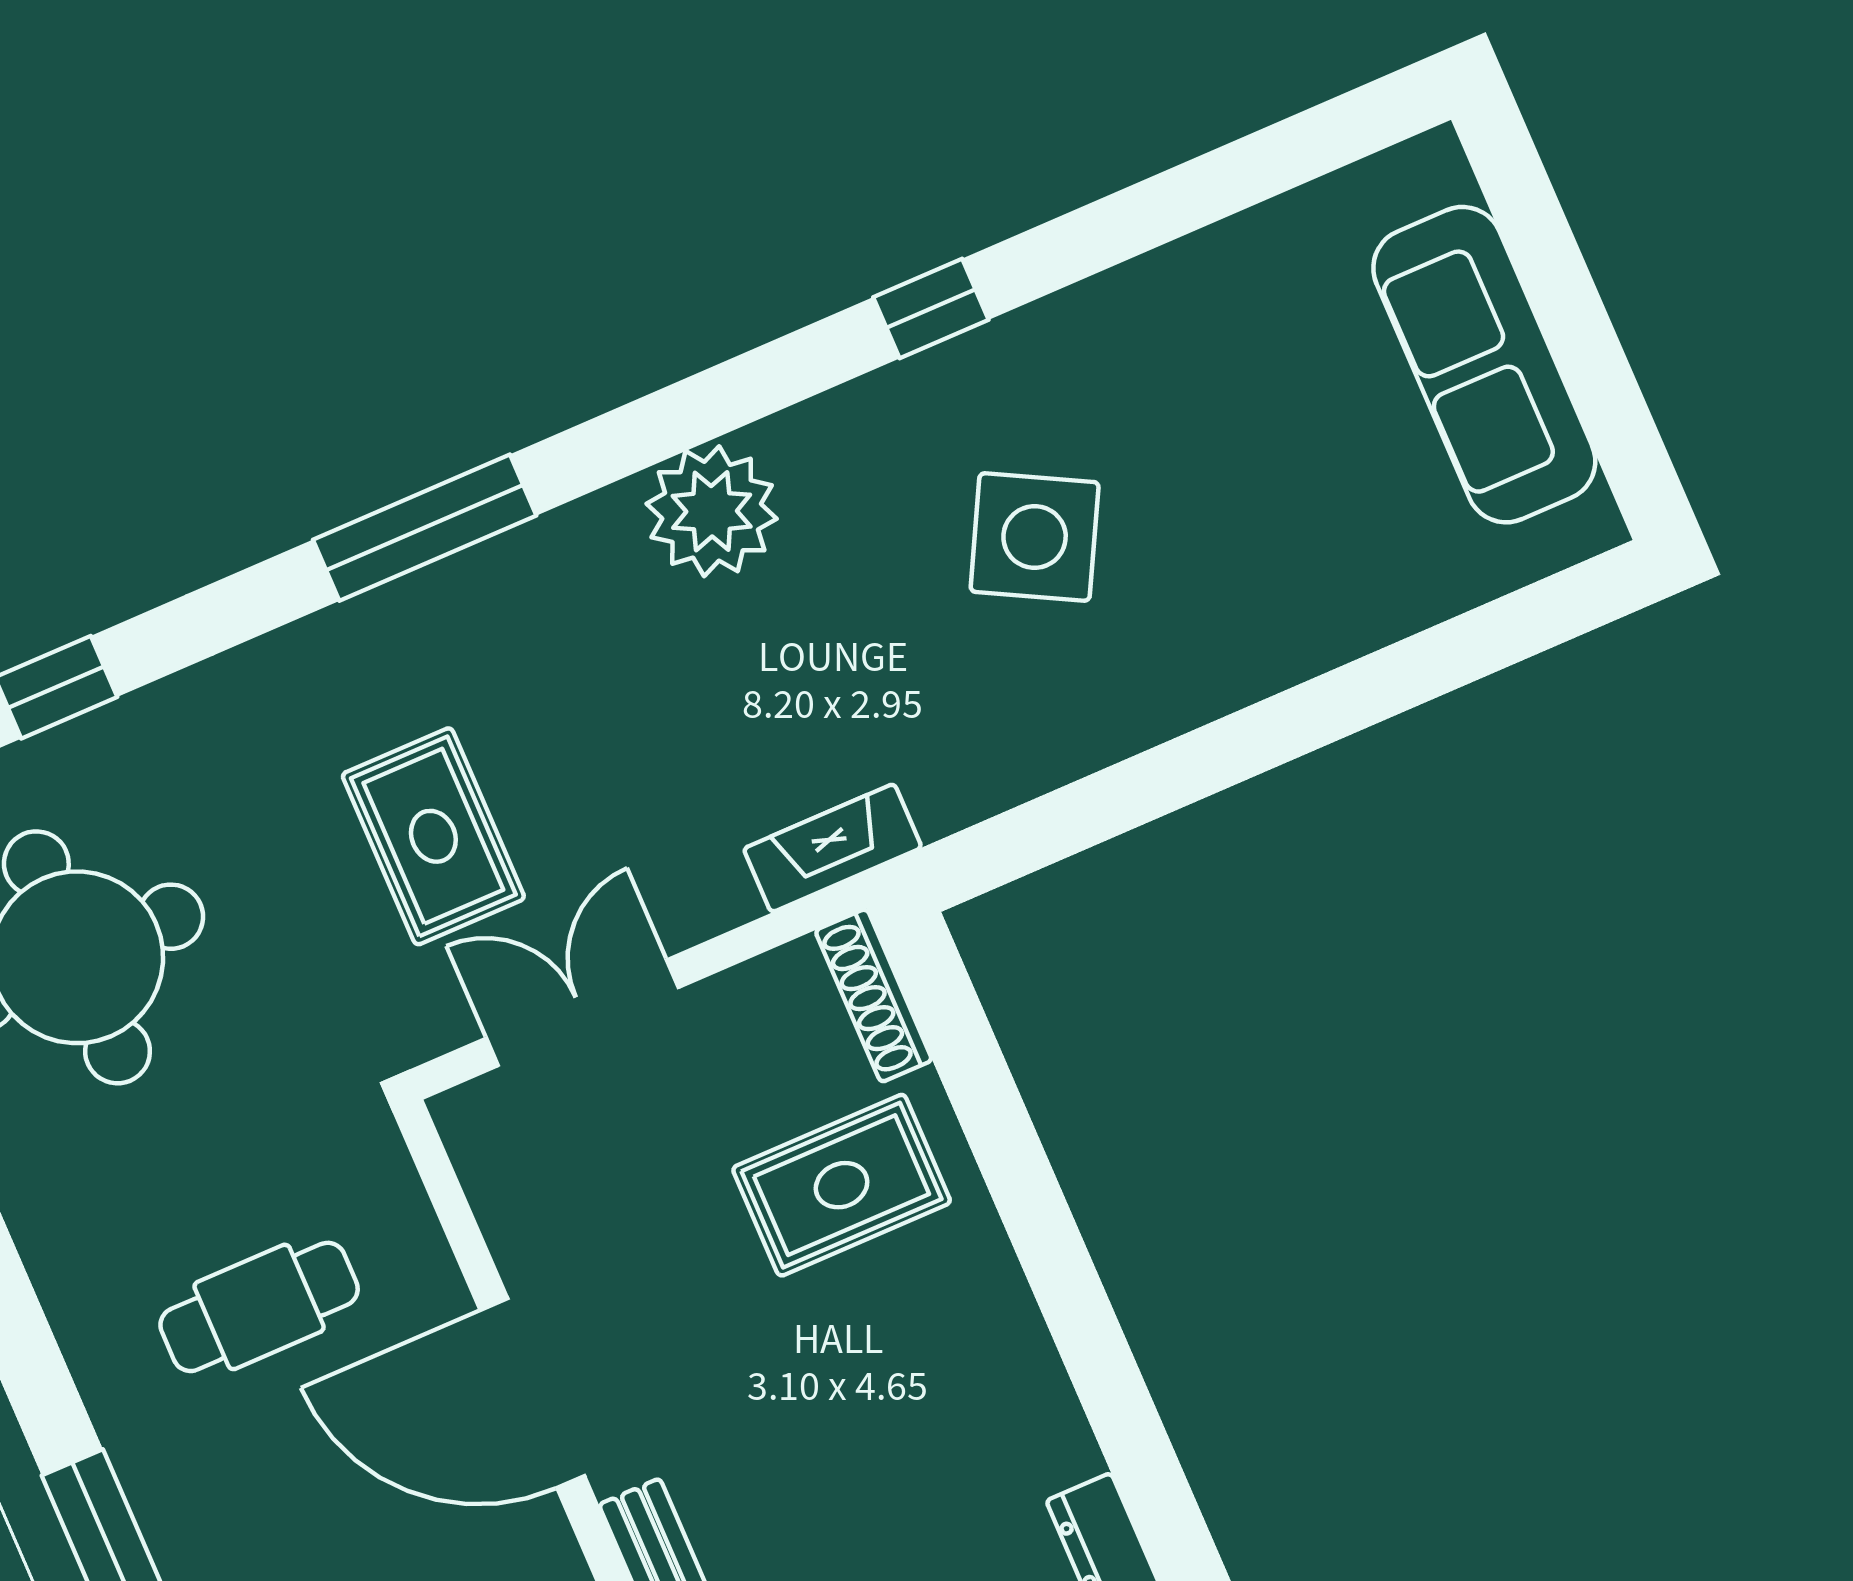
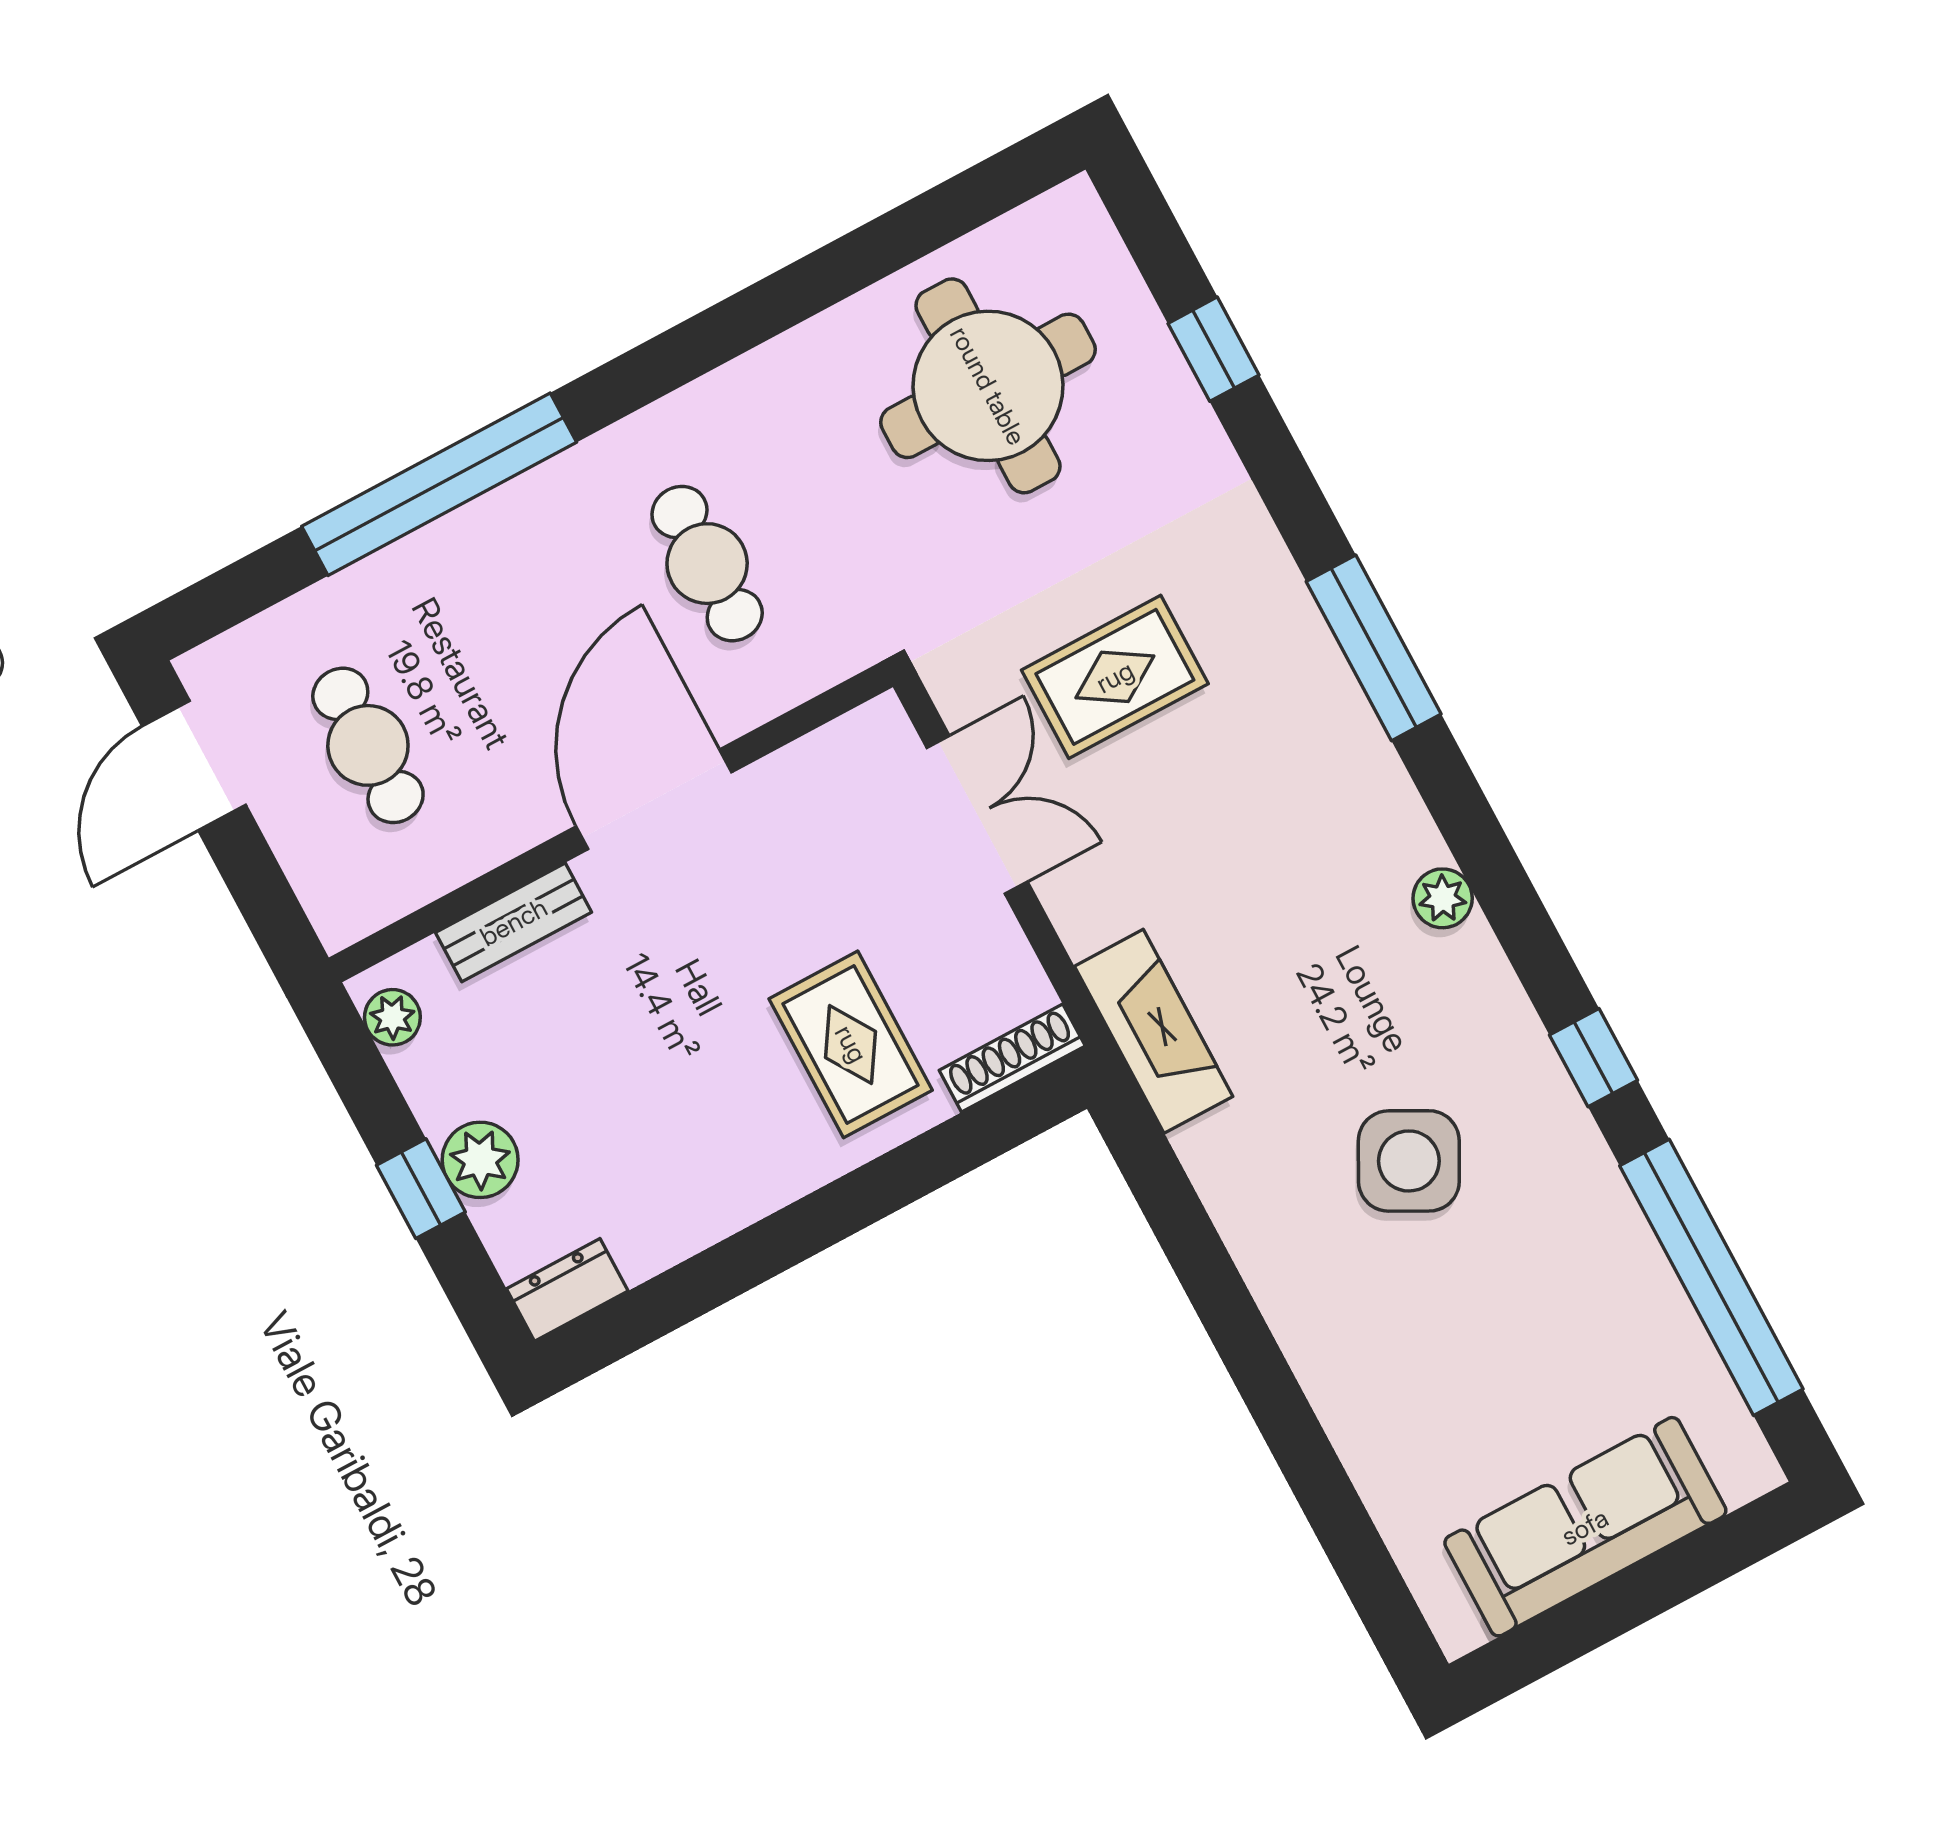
window: (1202, 191) -> (1711, 1277), added
plant: (712, 511) -> (1443, 898), width x0.53, depth x0.53
fireplace: (833, 848) -> (1154, 1031), width x1.37, depth x1.32

